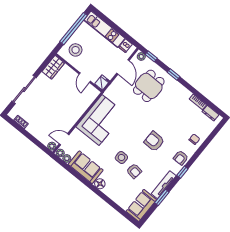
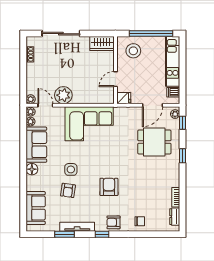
plant: (67, 122) -> (63, 95), added
sofa: (141, 205) -> (36, 208), moved, turned 90

